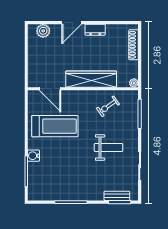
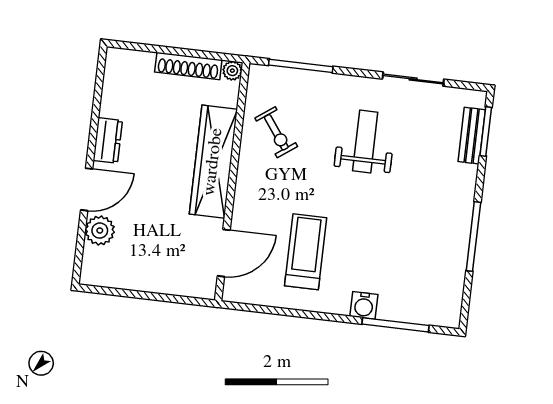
door: (72, 23) -> (87, 189), hinge flipped
plant: (43, 31) -> (100, 231), moved
shoe rack: (134, 45) -> (188, 66), moved
treadmill: (55, 126) -> (306, 252), width x0.73, depth x0.73

